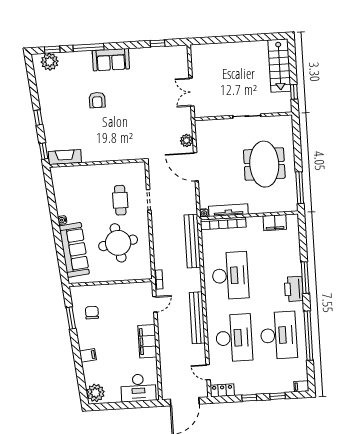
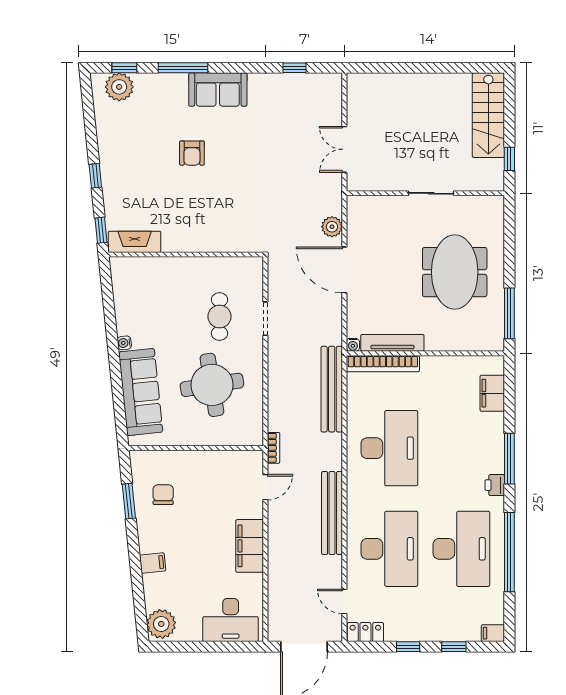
filing cabinet: (275, 223) -> (492, 393), moved, turned 90
printer: (294, 289) -> (495, 485), width x0.53, depth x0.68

